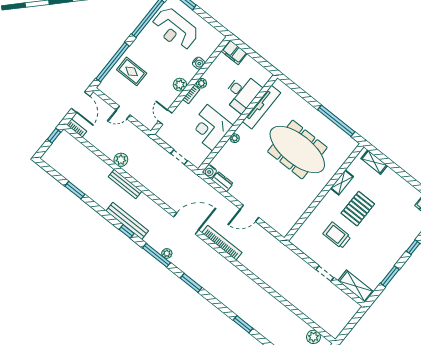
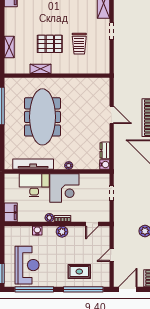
rug: (132, 71) -> (79, 272), turned 90
door: (123, 112) -> (112, 255), swing flipped
corner desk: (210, 128) -> (64, 188), moved
shelving: (374, 162) -> (9, 47), moved

